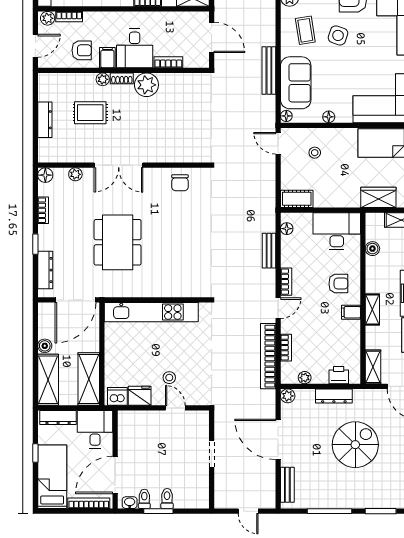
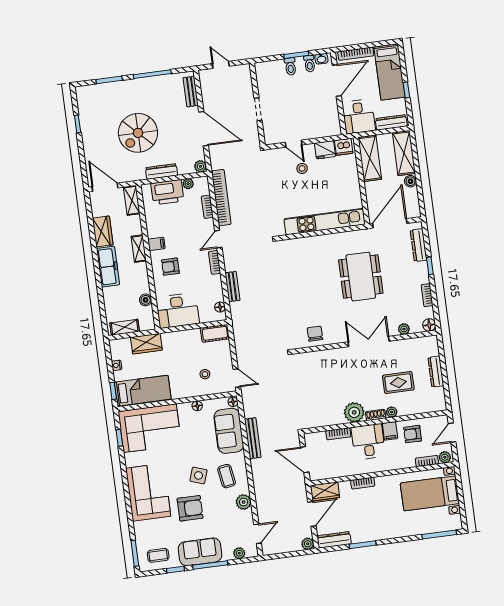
printer: (339, 375) -> (167, 192), width x1.87, depth x1.48

